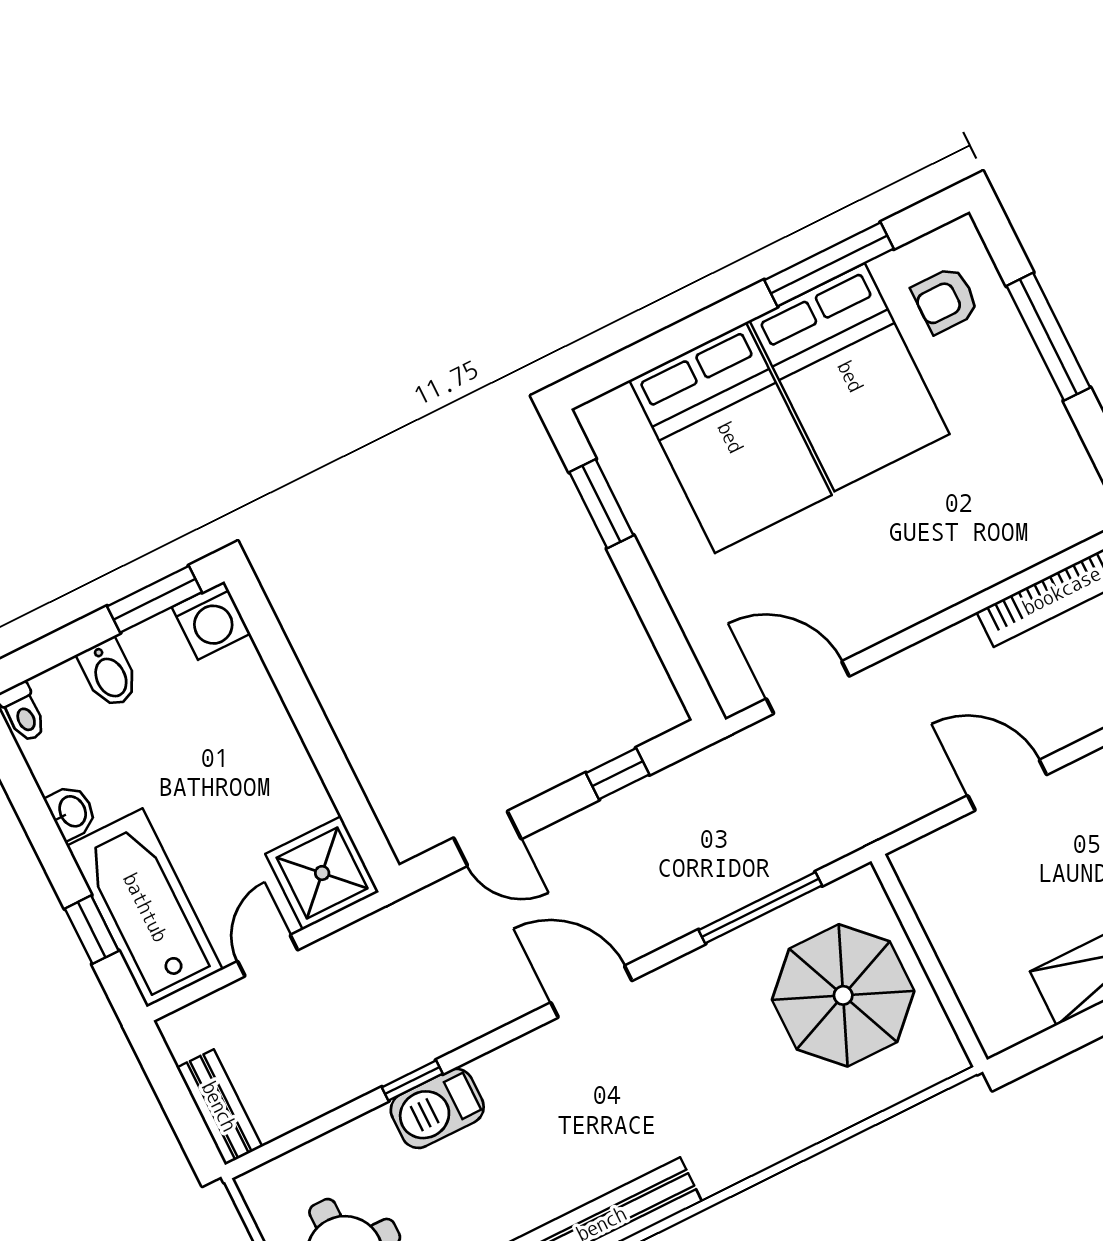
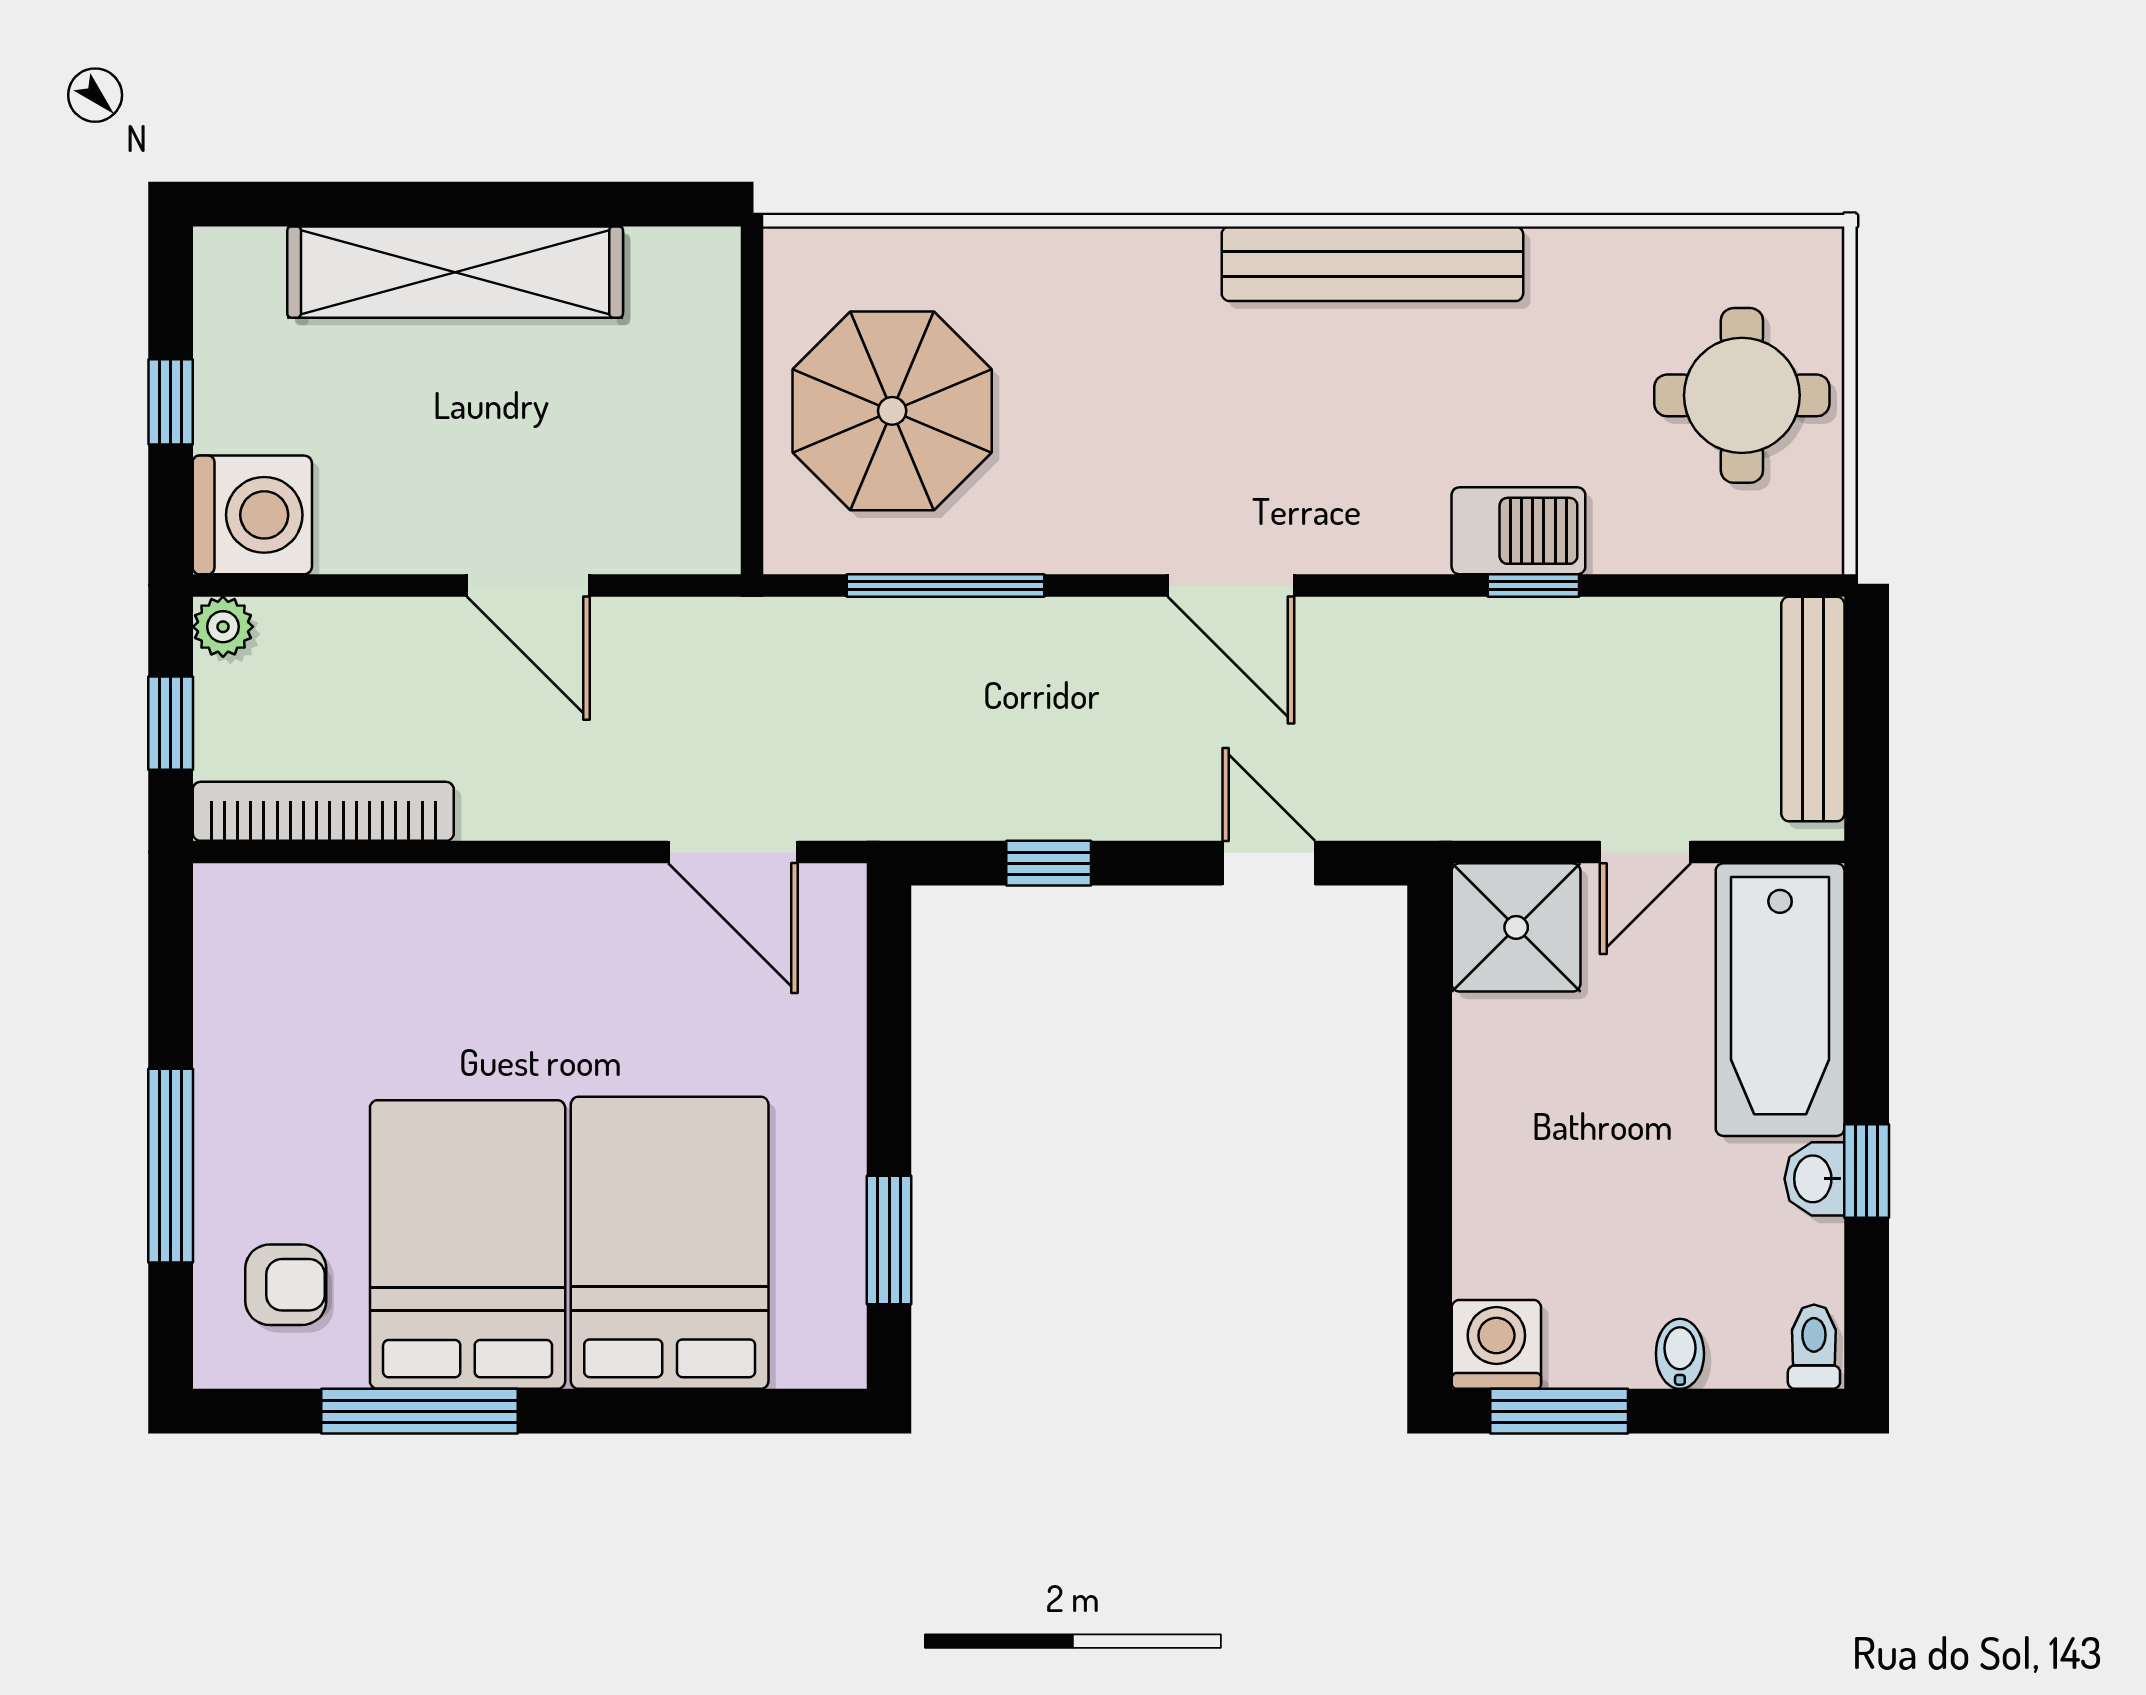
bidet: (109, 674) -> (1680, 1354), width x0.72, depth x0.74
window: (92, 930) -> (1867, 1171), moved
bench: (219, 1107) -> (1813, 709), width x1.36

